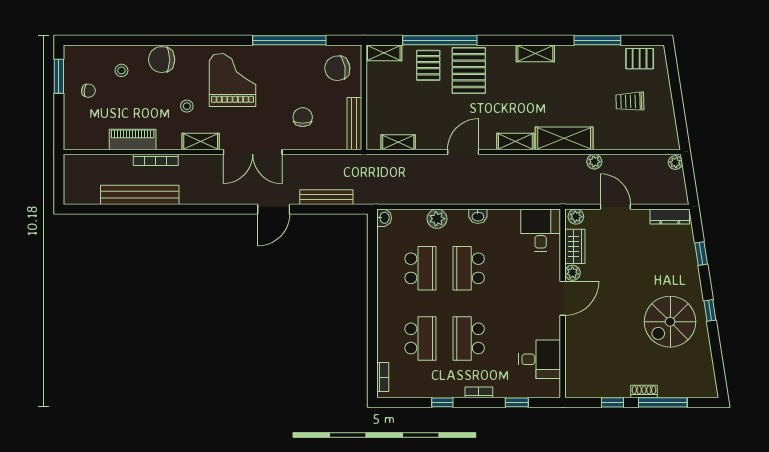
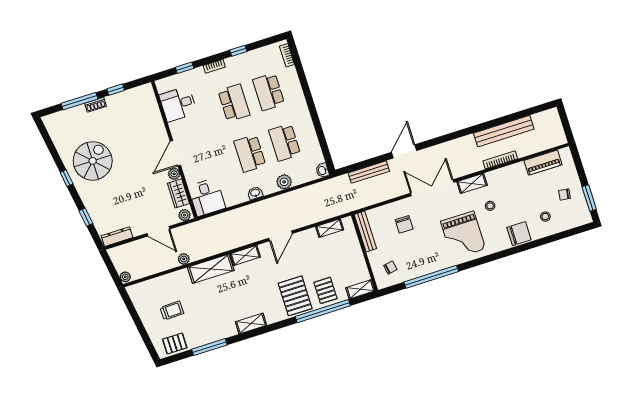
chair: (337, 68) -> (390, 268), width x0.54, depth x0.54
piano: (133, 139) -> (543, 163), moved
school desk: (469, 268) -> (250, 153), turned 180

